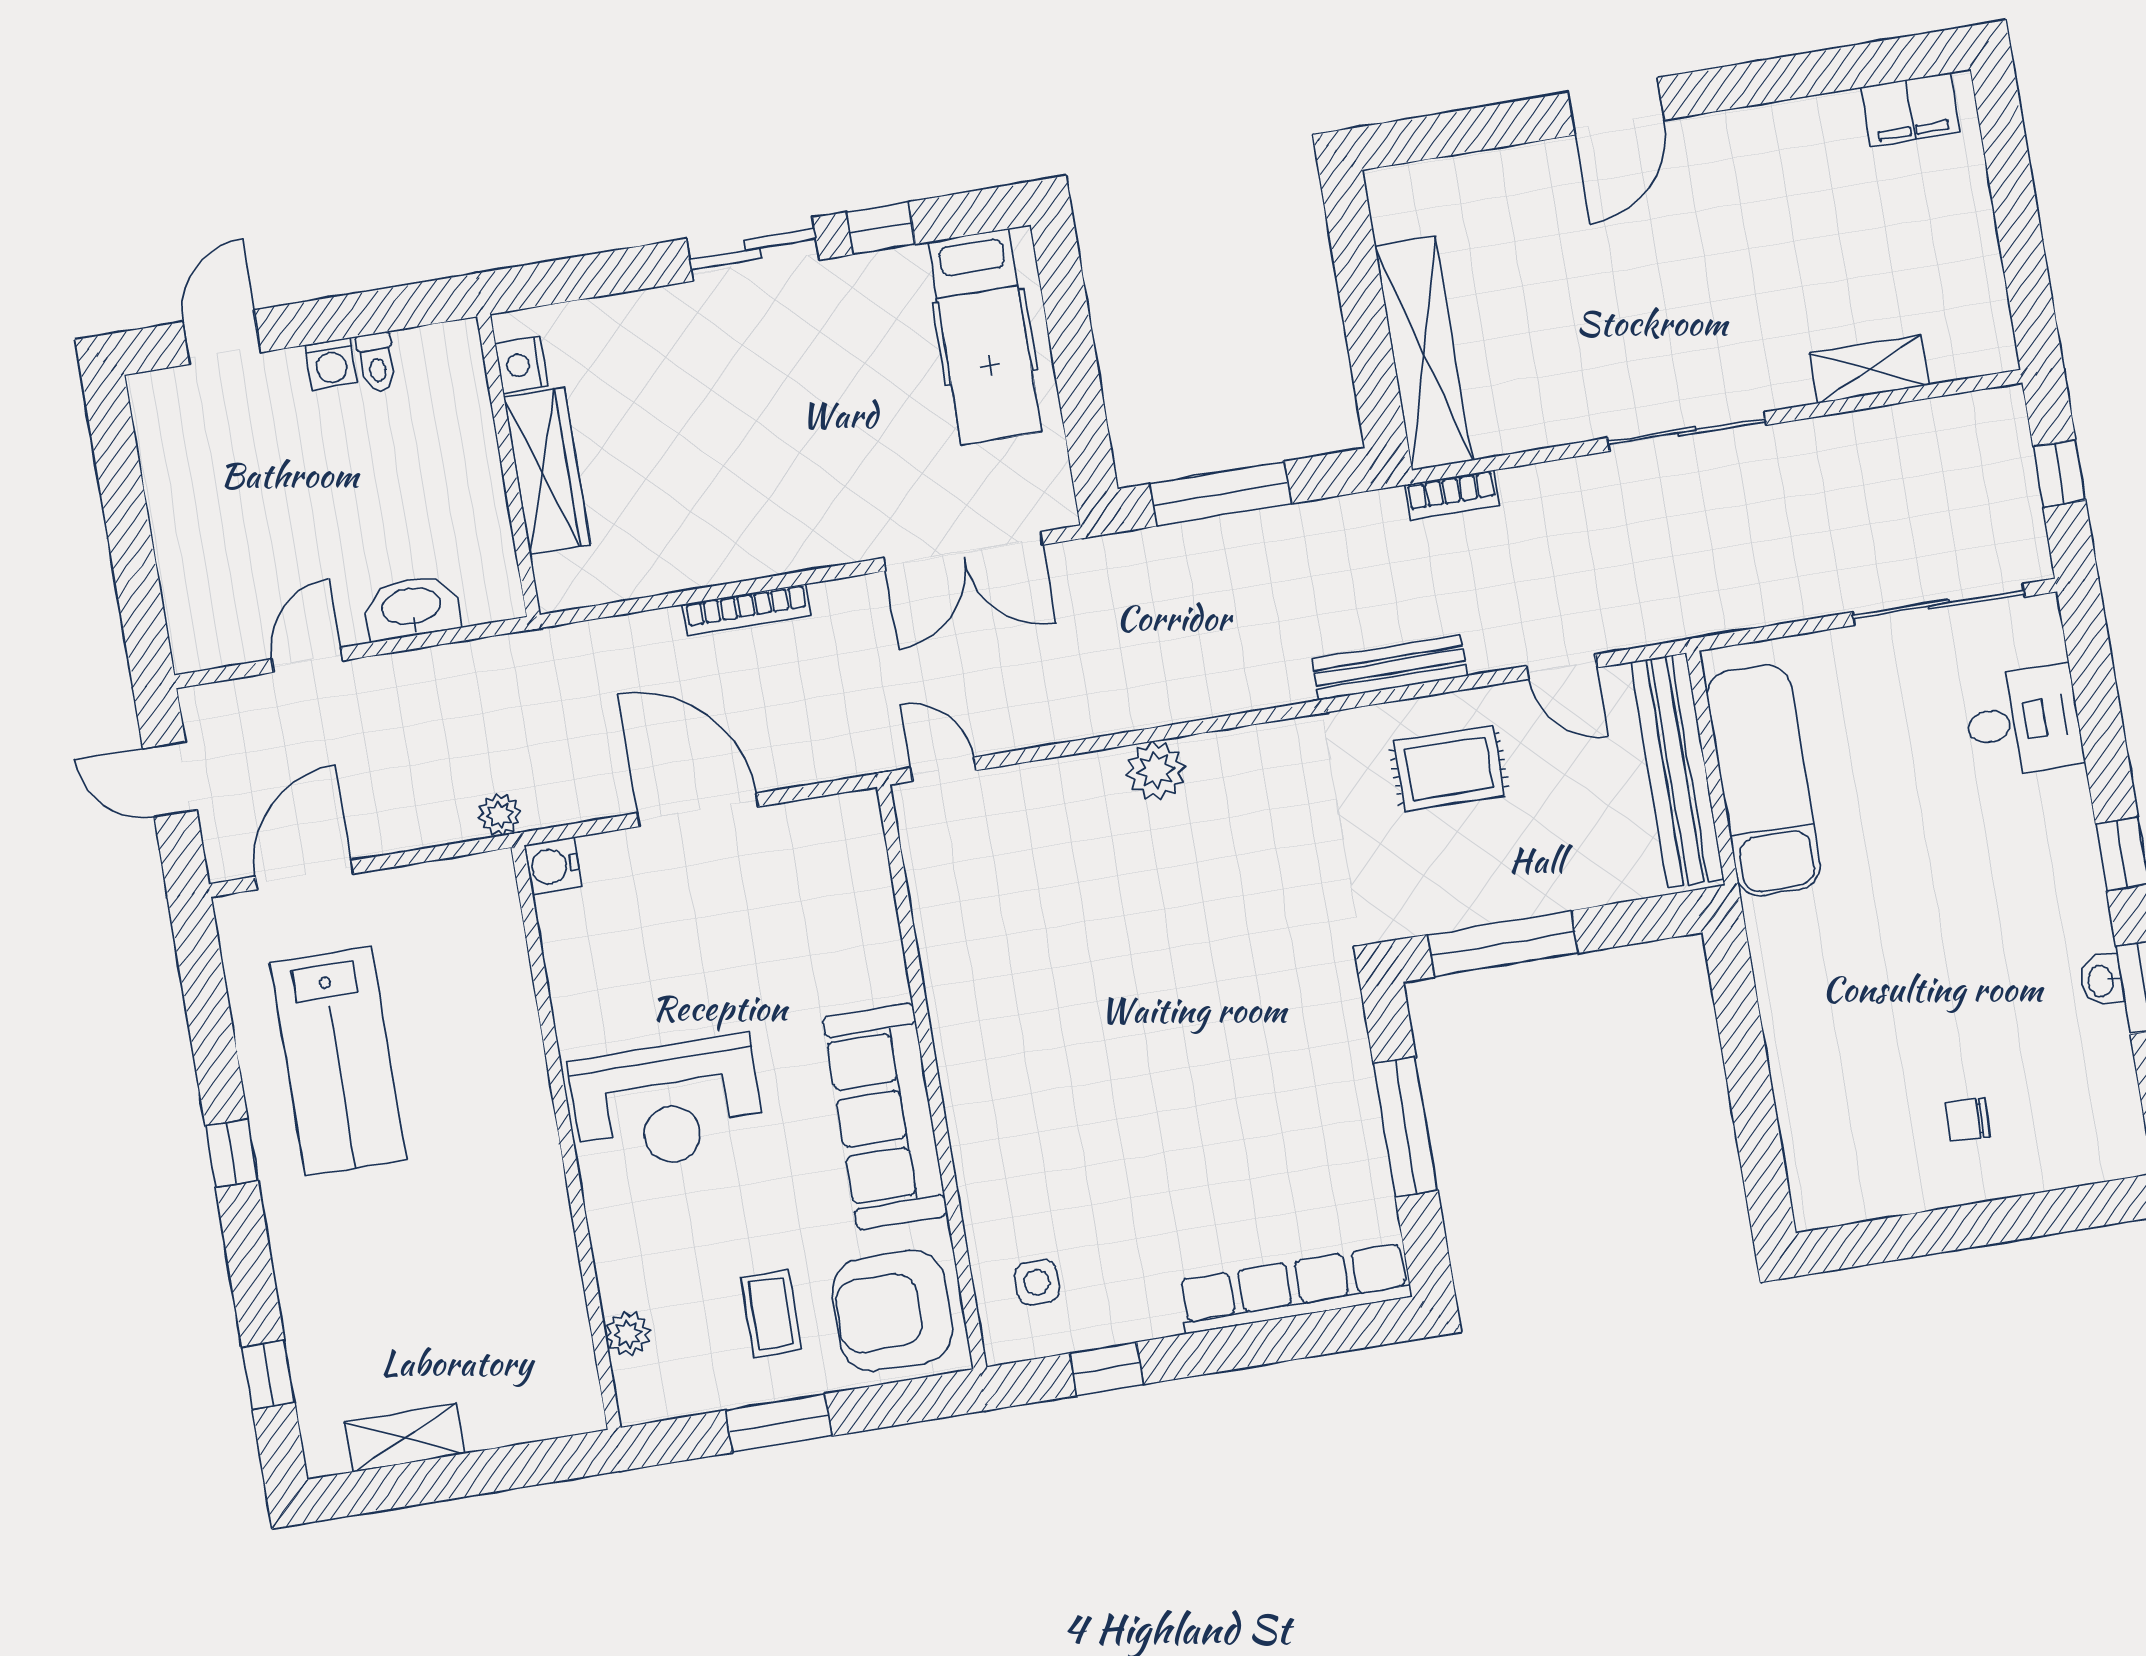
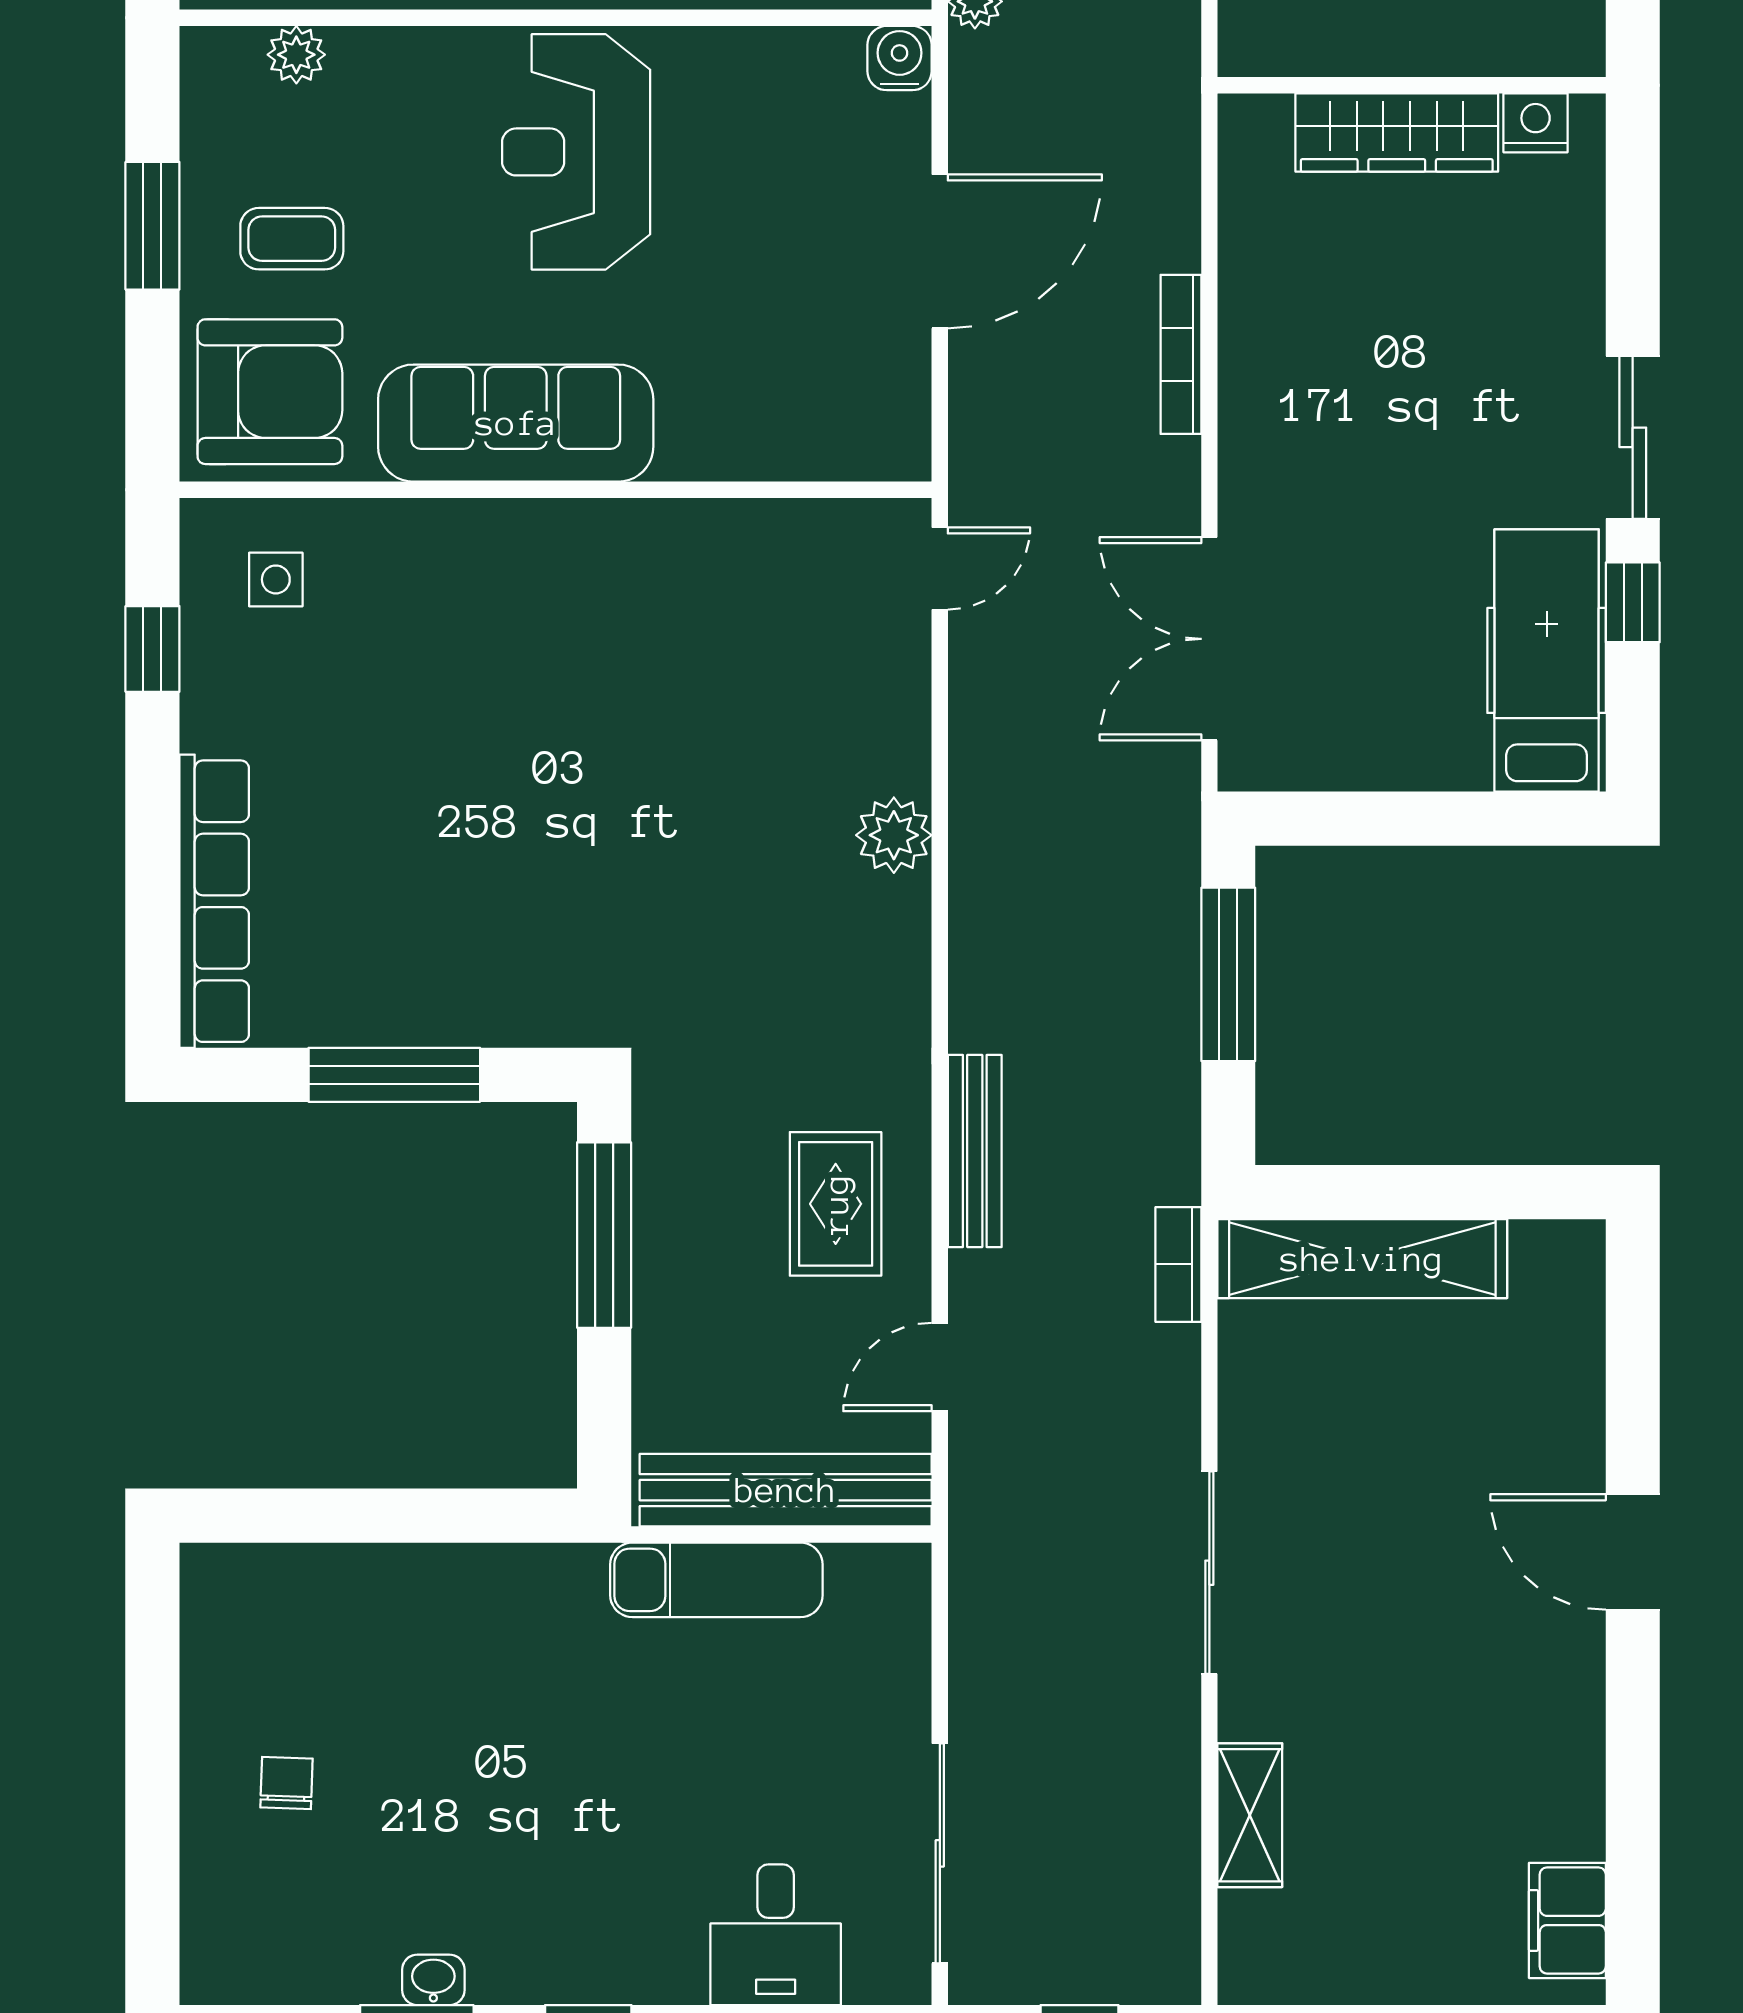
hospital bed: (985, 337) -> (1547, 660), moved, turned 90
exam couch: (1764, 780) -> (716, 1580), width x0.73, depth x0.69
armchair: (892, 1311) -> (270, 392), turned 90

